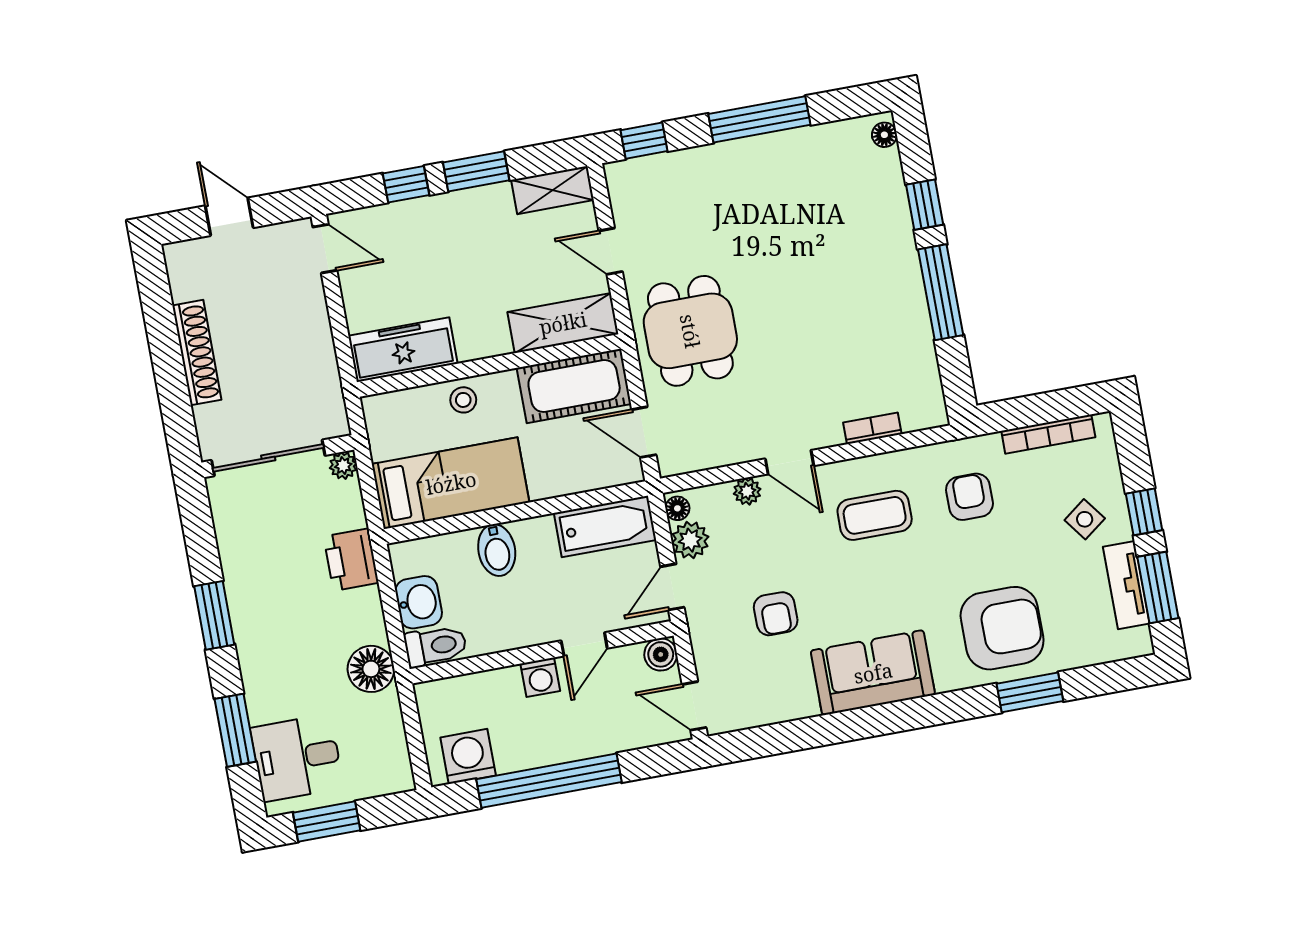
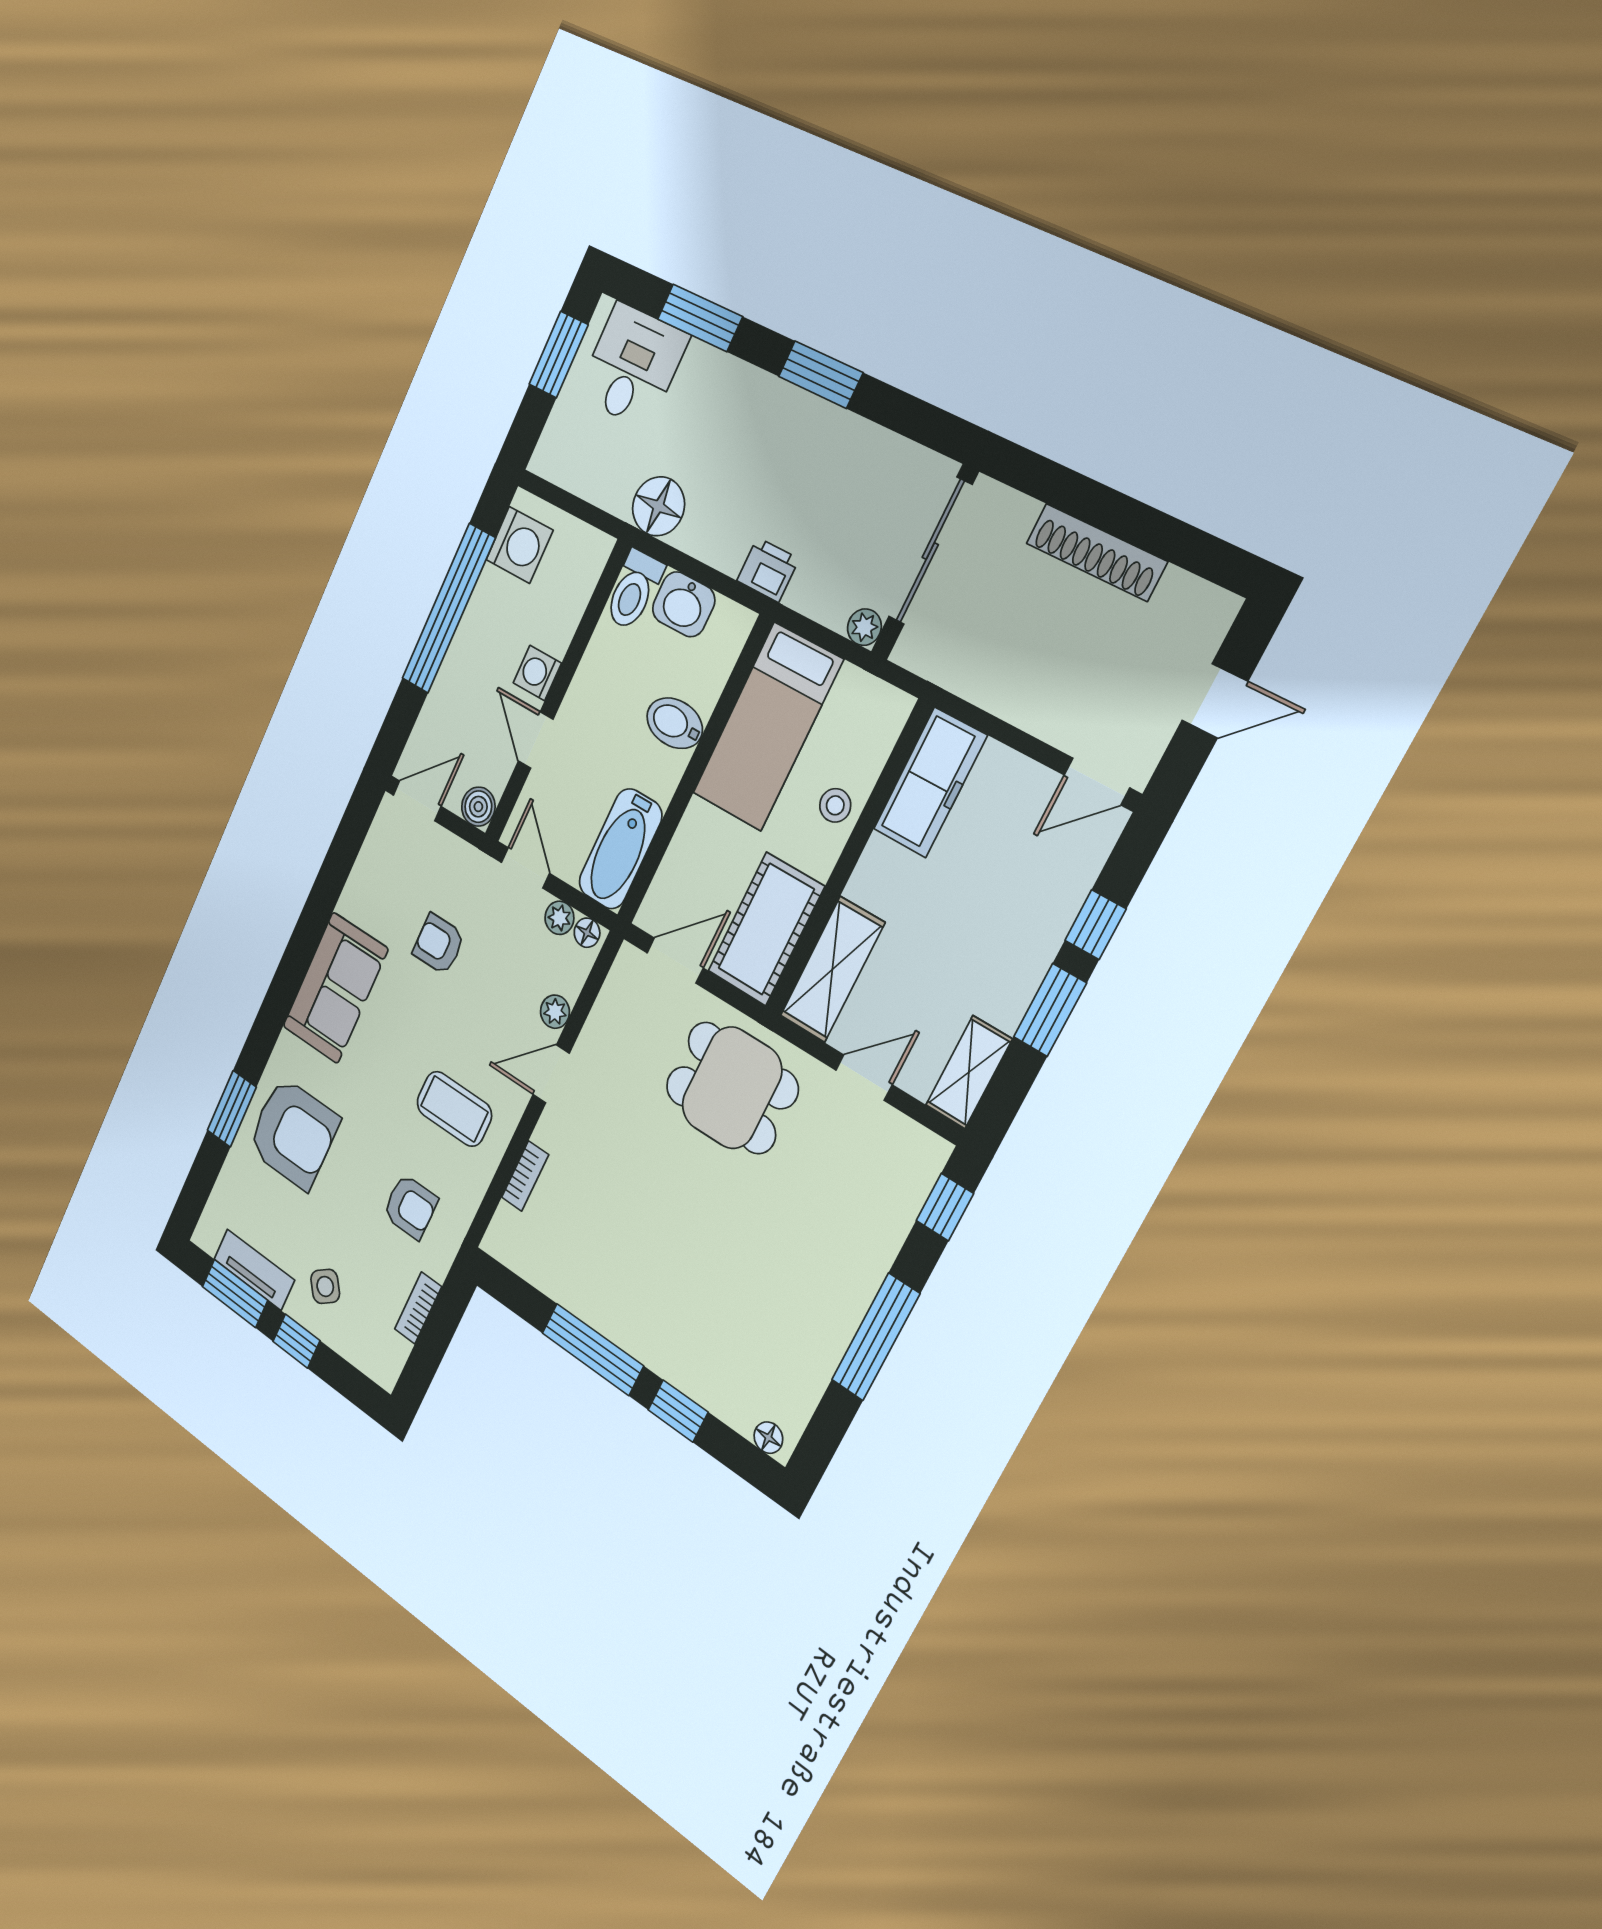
bookcase: (1048, 434) -> (418, 1308), width x0.64
coffee table: (875, 515) -> (454, 1109), turned 90
plant: (690, 540) -> (559, 918), width x0.73, depth x0.73
printer: (351, 560) -> (768, 570), width x0.73, depth x0.81
armchair: (1002, 628) -> (293, 1133), turned -90

